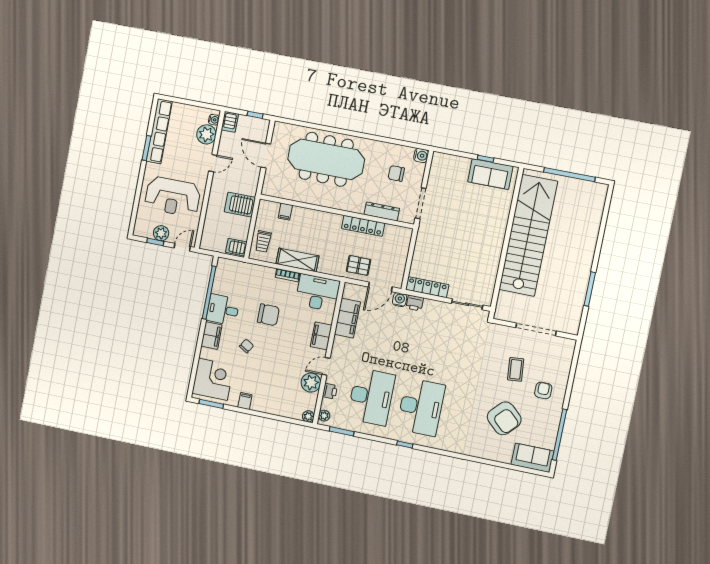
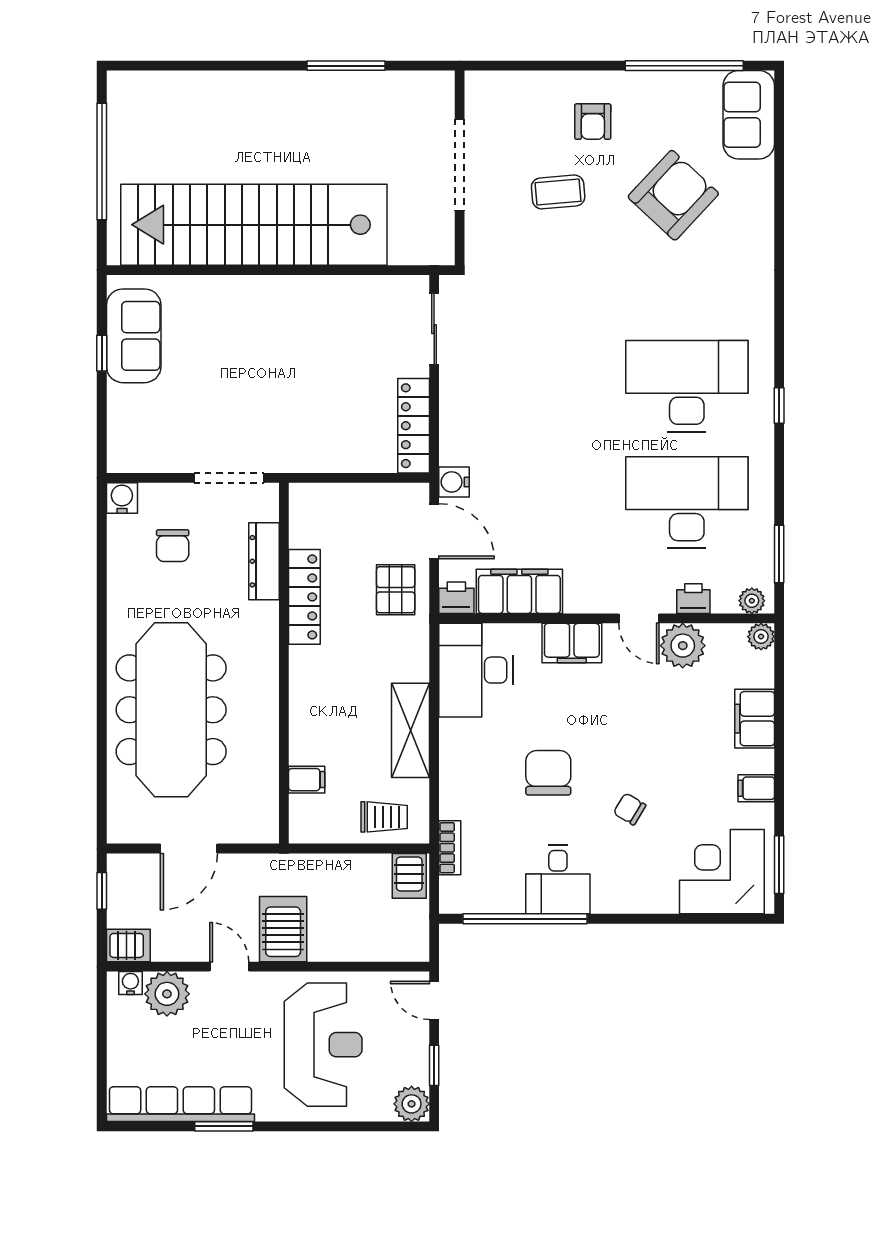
server rack: (240, 205) -> (283, 929), moved, turned 180
plant: (161, 233) -> (412, 1104), moved
bookcase: (287, 275) -> (450, 848), moved
printer: (415, 303) -> (456, 598), moved, turned -90
filing cabinet: (211, 336) -> (755, 719), moved, turned -90
armchair: (543, 390) -> (593, 122), turned -90

